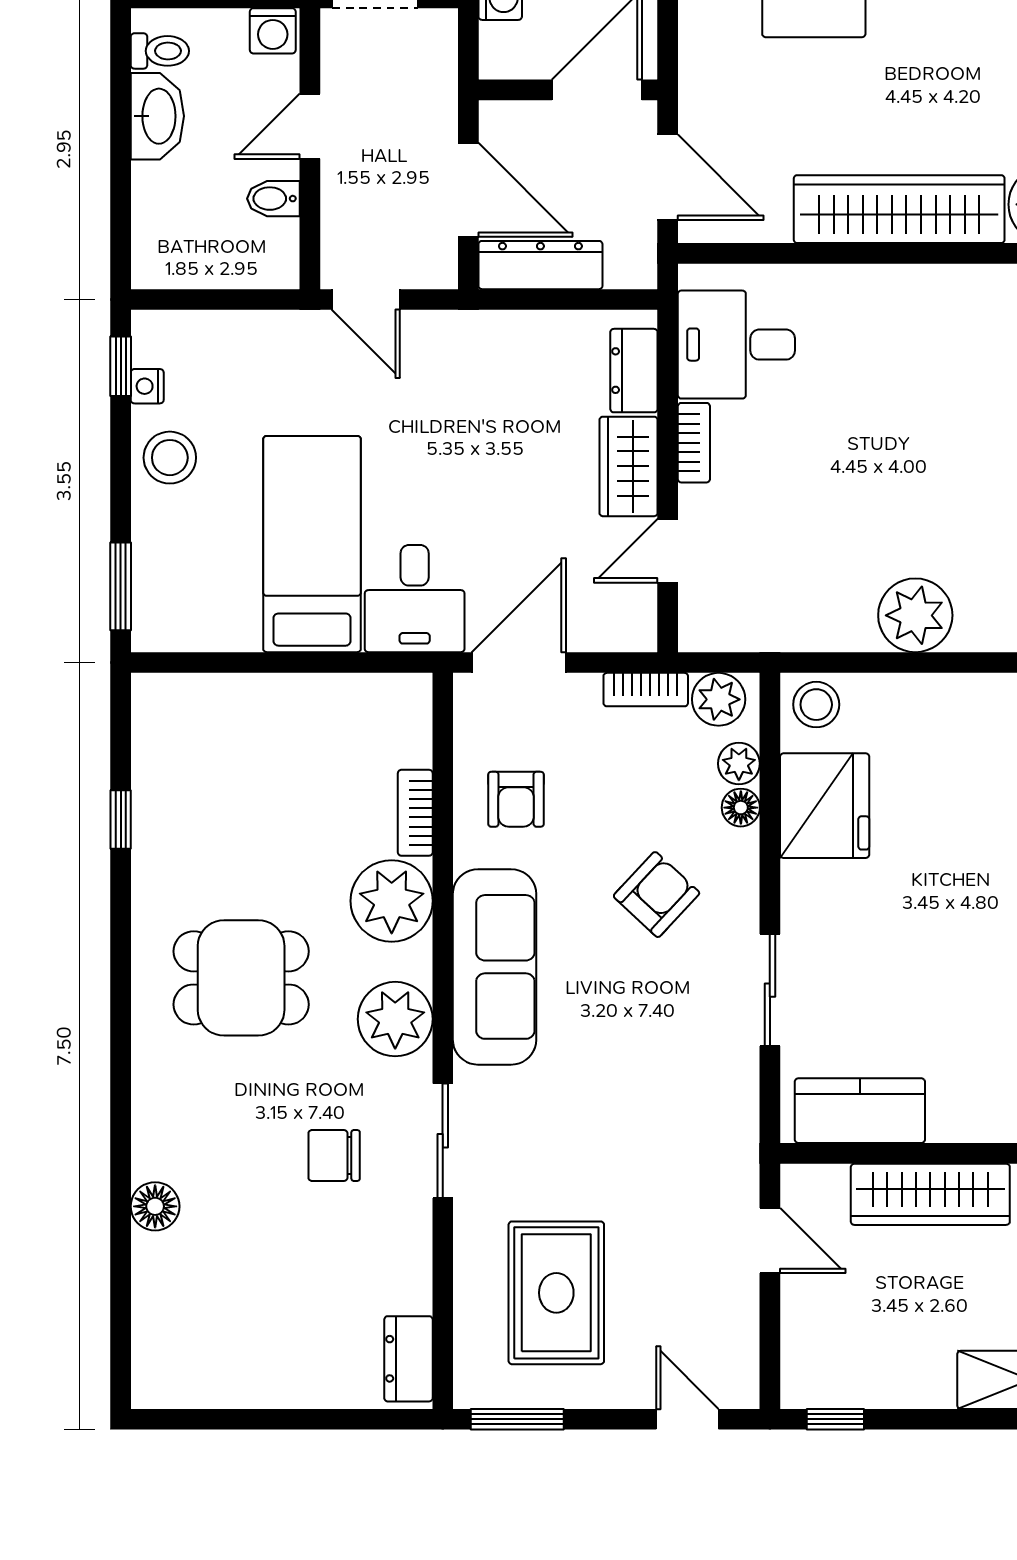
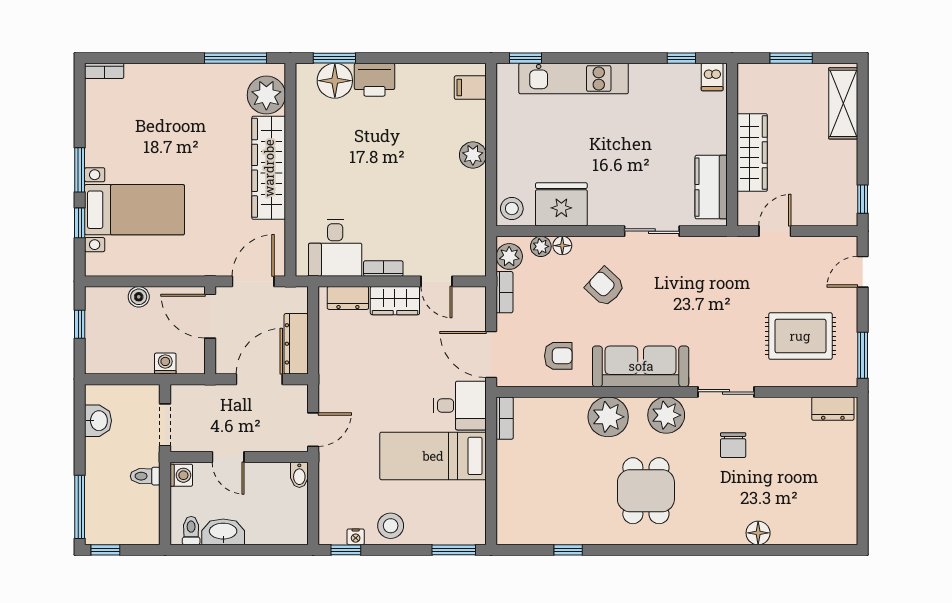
bidet: (273, 199) -> (299, 475), moved
plant: (915, 615) -> (473, 155), width x0.73, depth x0.73
bookcase: (415, 813) -> (505, 418), moved, turned -90

